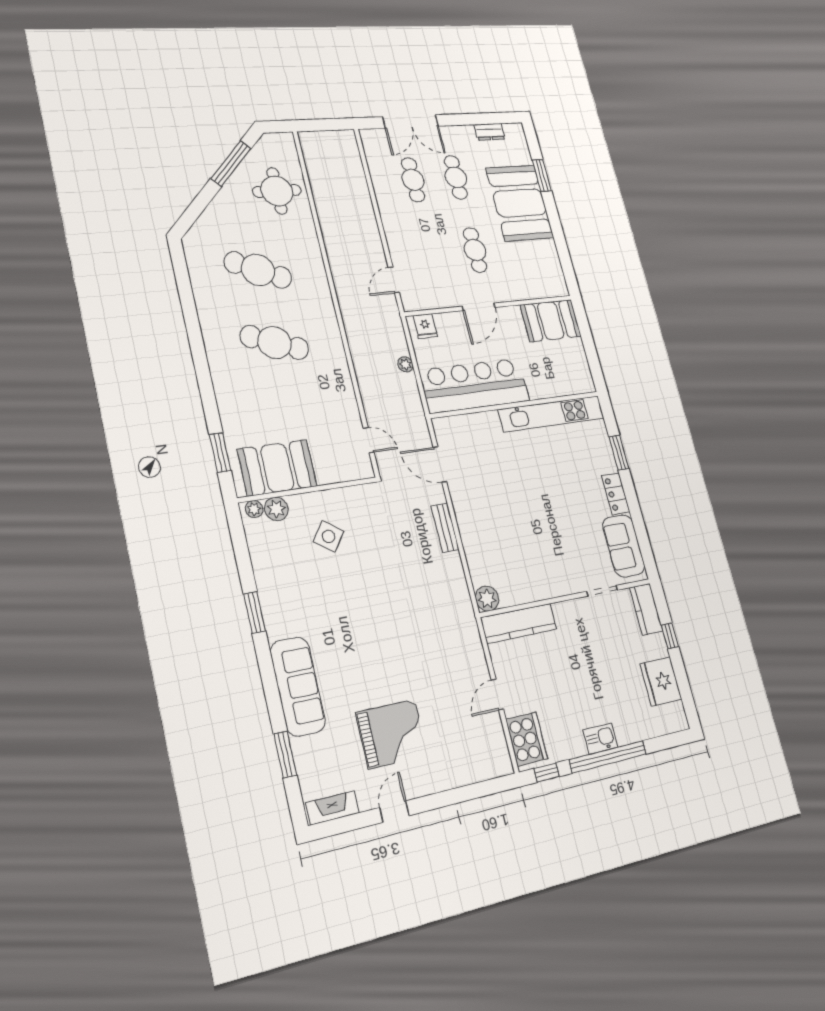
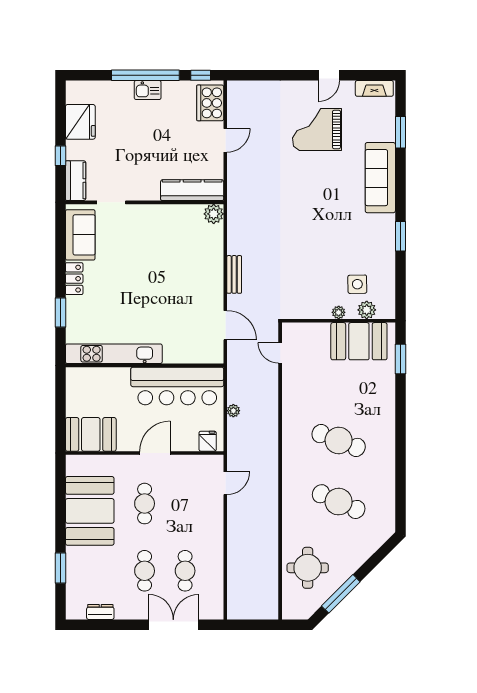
booth: (520, 203) -> (90, 511), moved
plant: (254, 509) -> (339, 312), moved
side table: (329, 536) -> (357, 284), moved, turned -37

